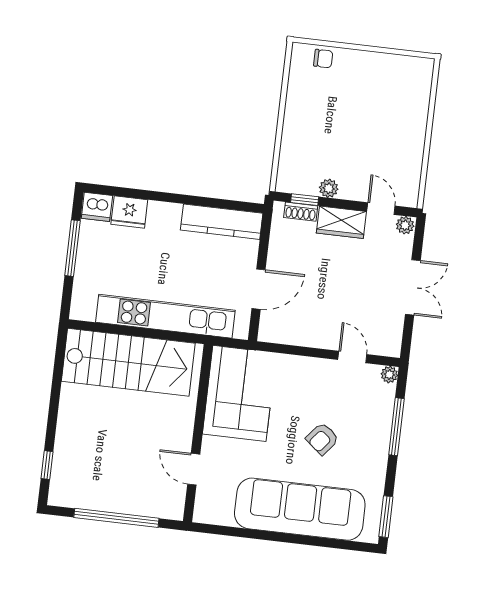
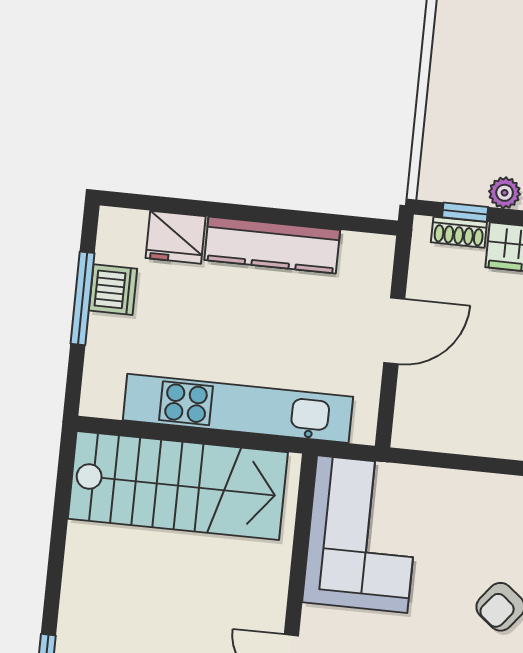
dishwasher: (97, 207) -> (113, 290), moved, turned -90
kitchen counter: (222, 222) -> (272, 245), moved
door: (259, 289) -> (394, 331), moved

